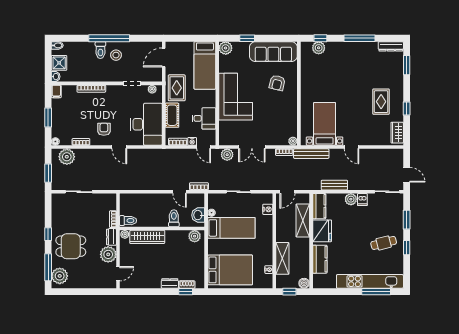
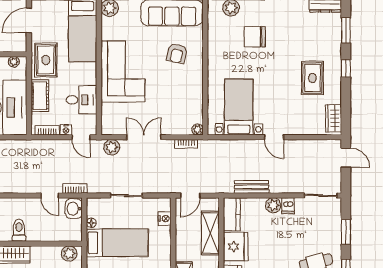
chair: (337, 70) -> (255, 37), added
window: (407, 108) -> (346, 68), moved
double door: (252, 147) -> (144, 137), swing flipped
bench: (311, 154) -> (221, 146), removed
door: (407, 175) -> (346, 158), moved
washbasin: (198, 215) -> (74, 209), moved
toilet: (174, 218) -> (19, 230), moved

